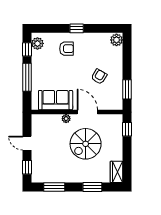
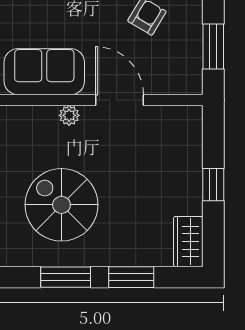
window: (127, 129) -> (213, 185), moved
spiral stairs: (86, 144) -> (61, 205), moved, turned 90
window: (54, 187) -> (66, 277), moved

